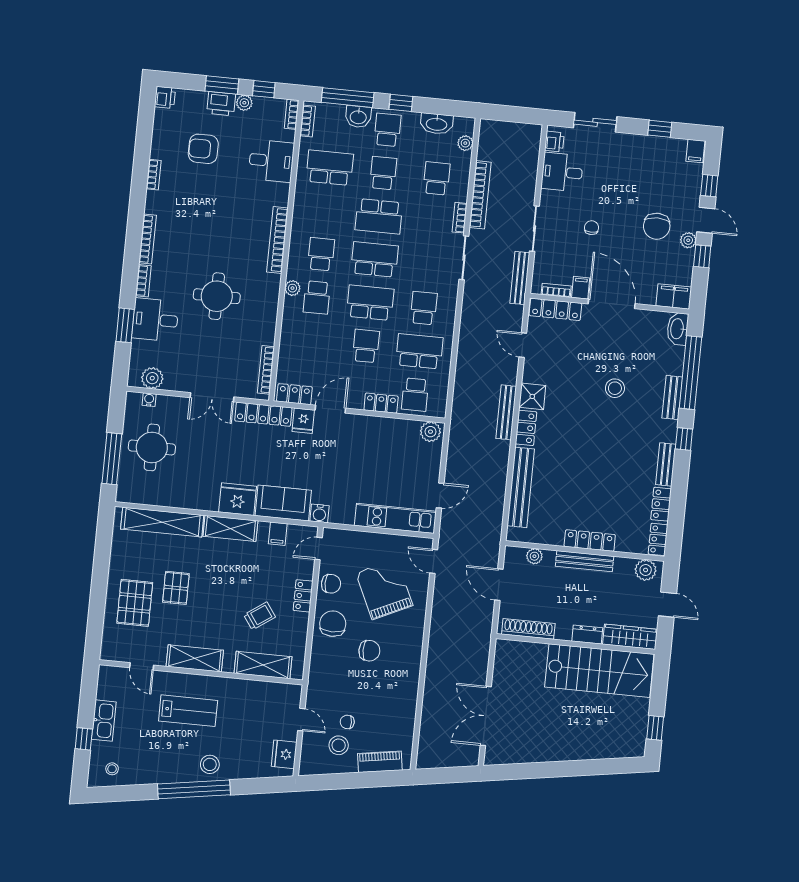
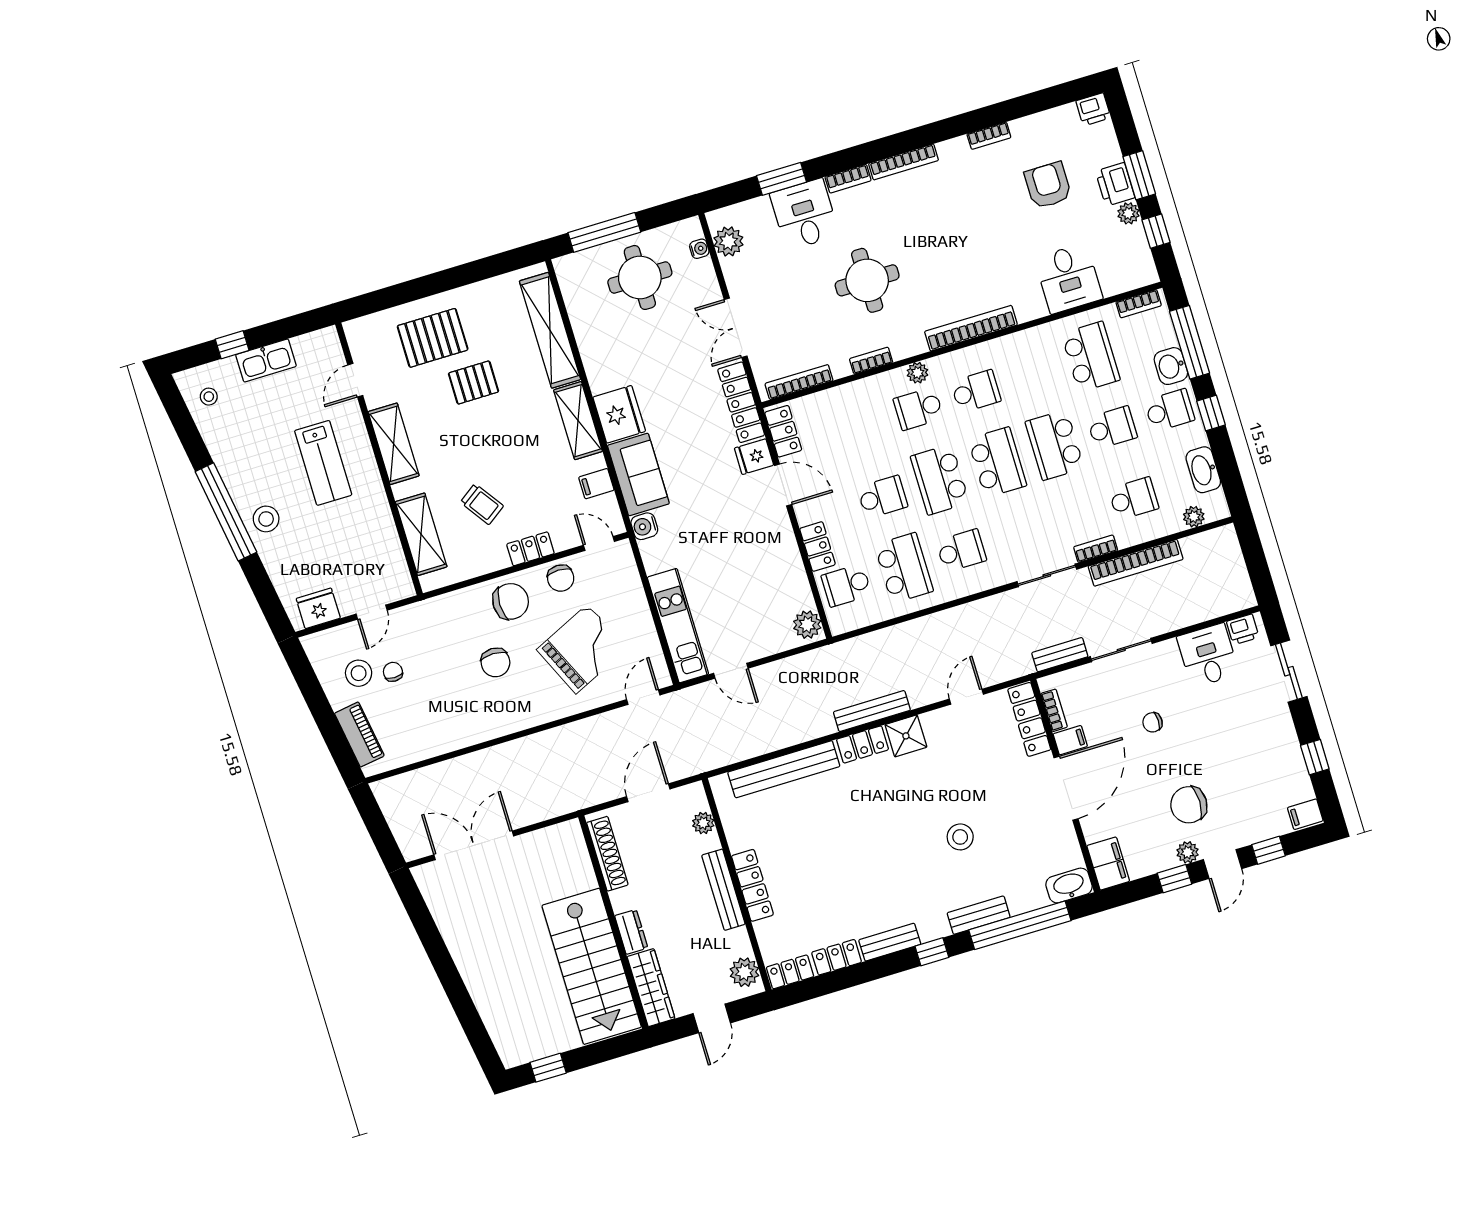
bookcase: (292, 114) -> (871, 361), moved
chair: (592, 228) -> (1153, 722), turned 180
bench: (520, 278) -> (1060, 655), width x0.73
school desk: (370, 303) -> (940, 480), turned 180

